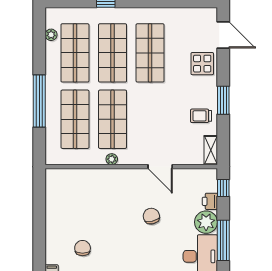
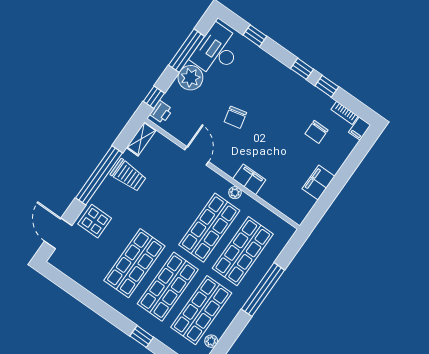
window: (223, 100) -> (99, 175), width x2.11
trolley: (201, 116) -> (128, 175), width x1.36, depth x1.39
filing cabinet: (108, 177) -> (249, 179), added
printer: (210, 201) -> (161, 112), moved
filing cabinet: (54, 211) -> (318, 182), added

